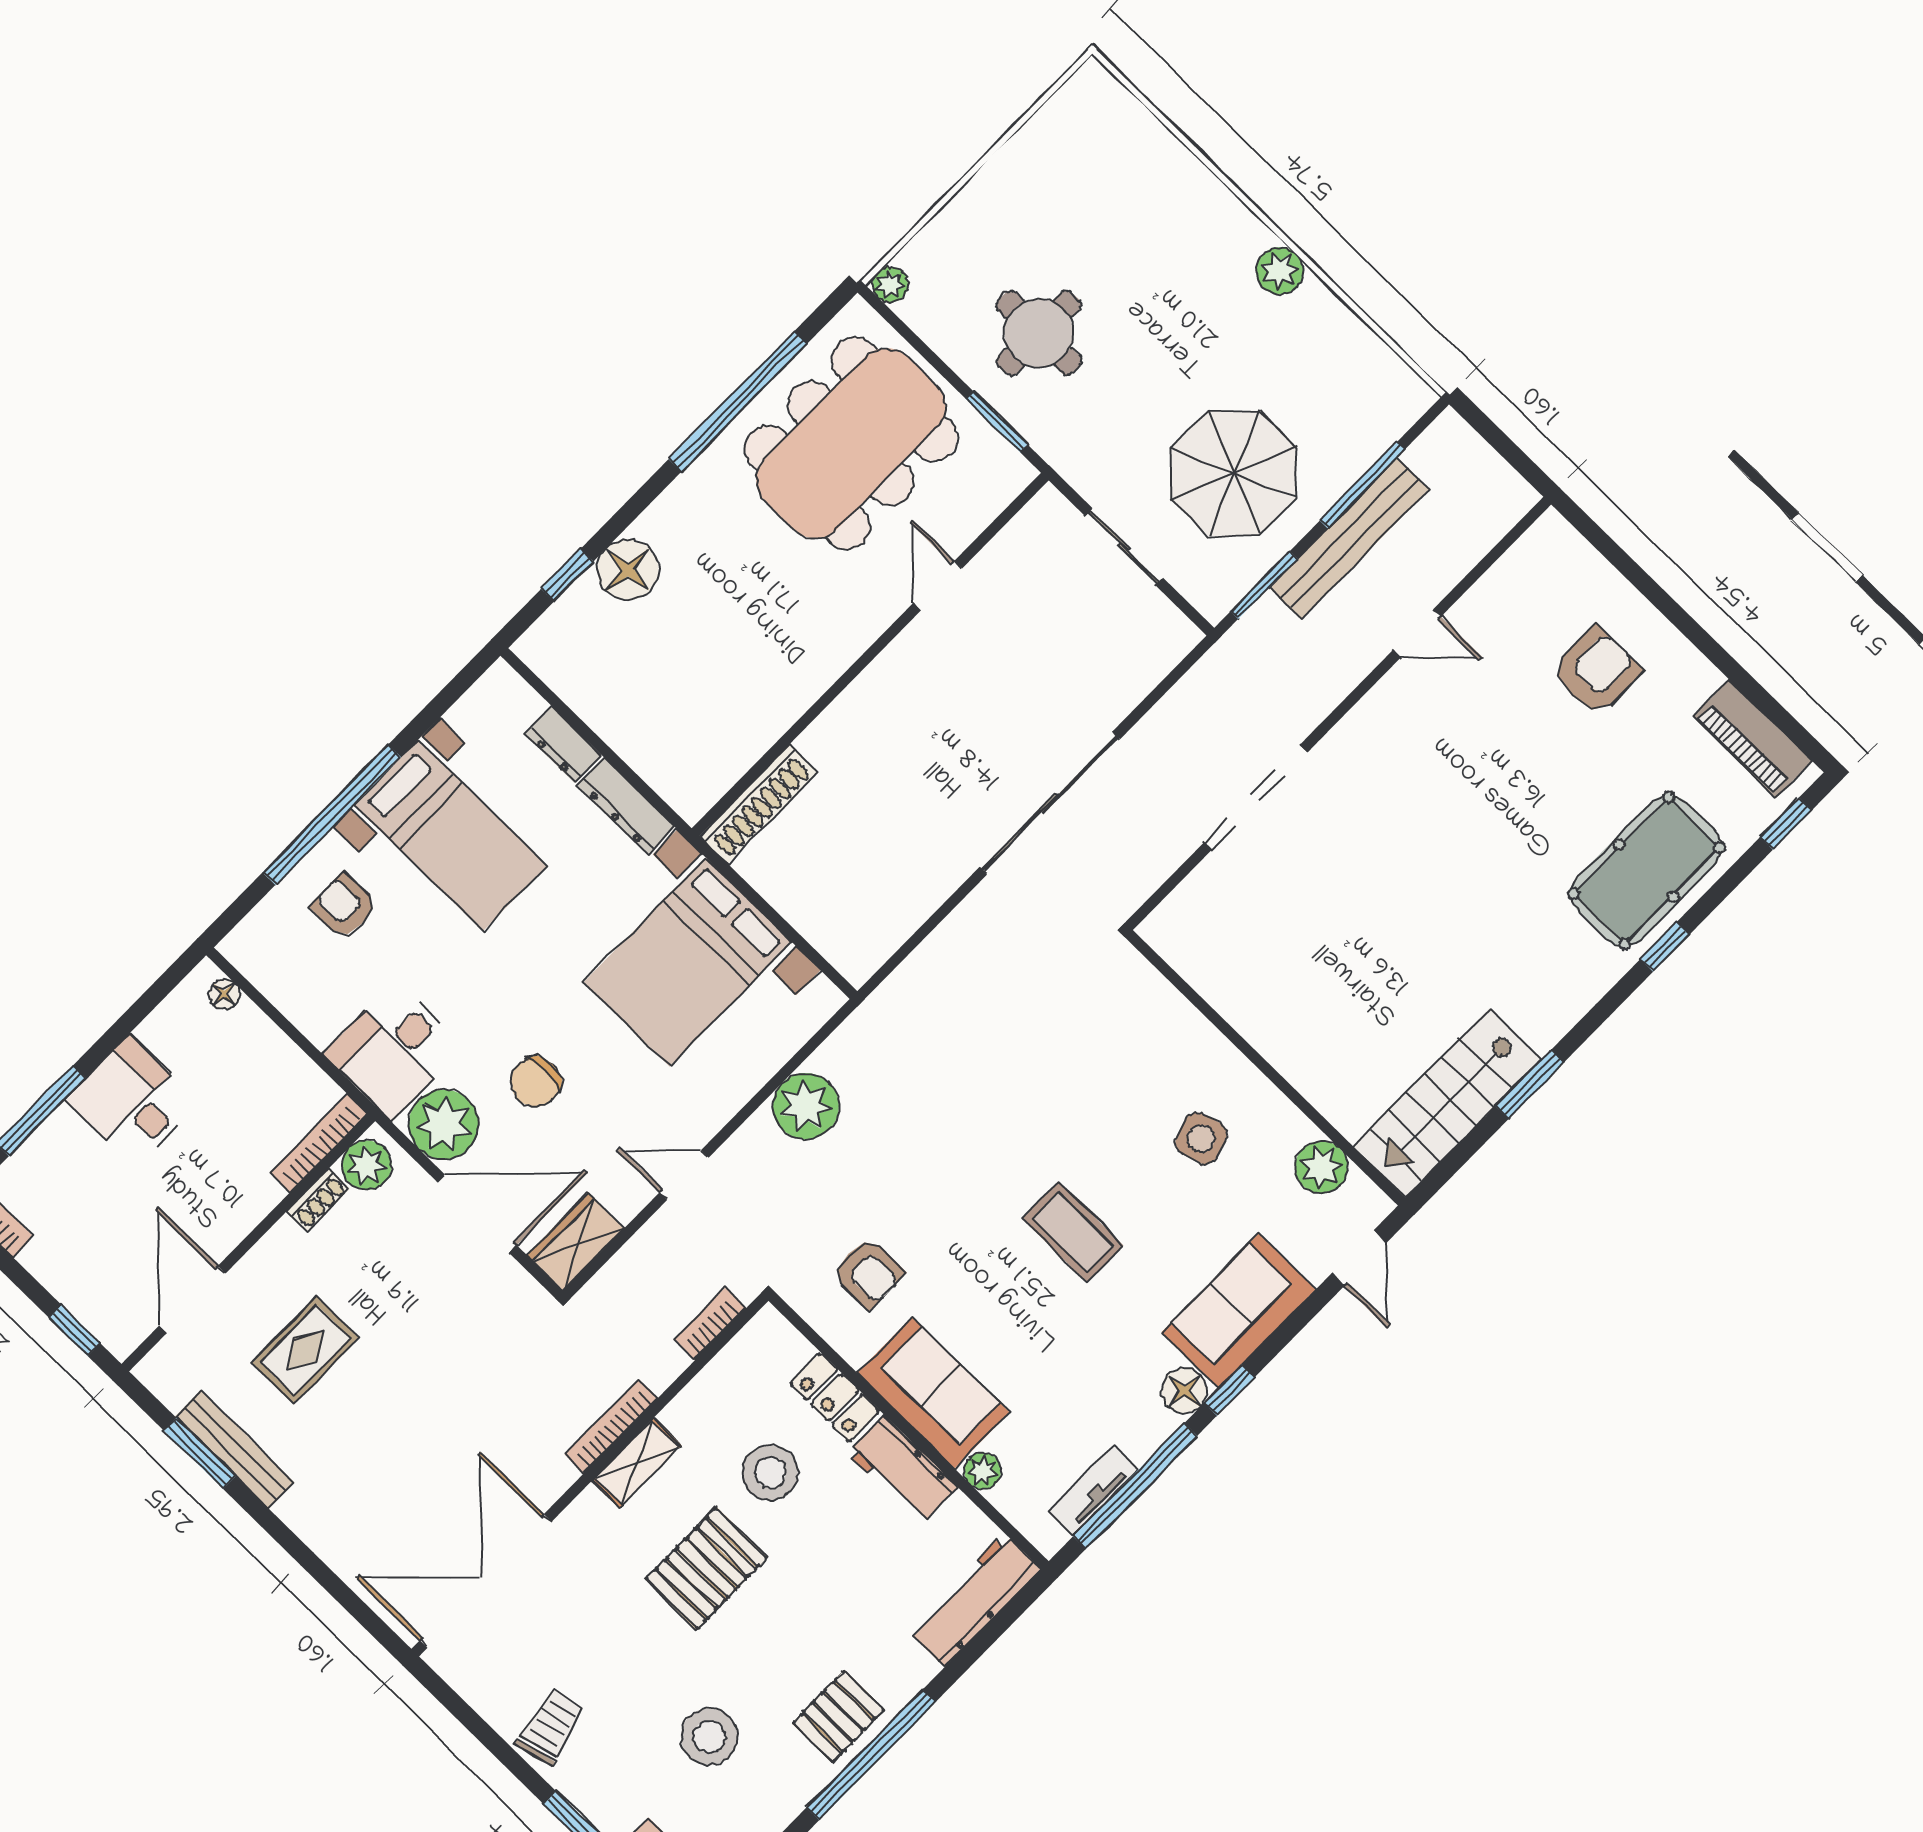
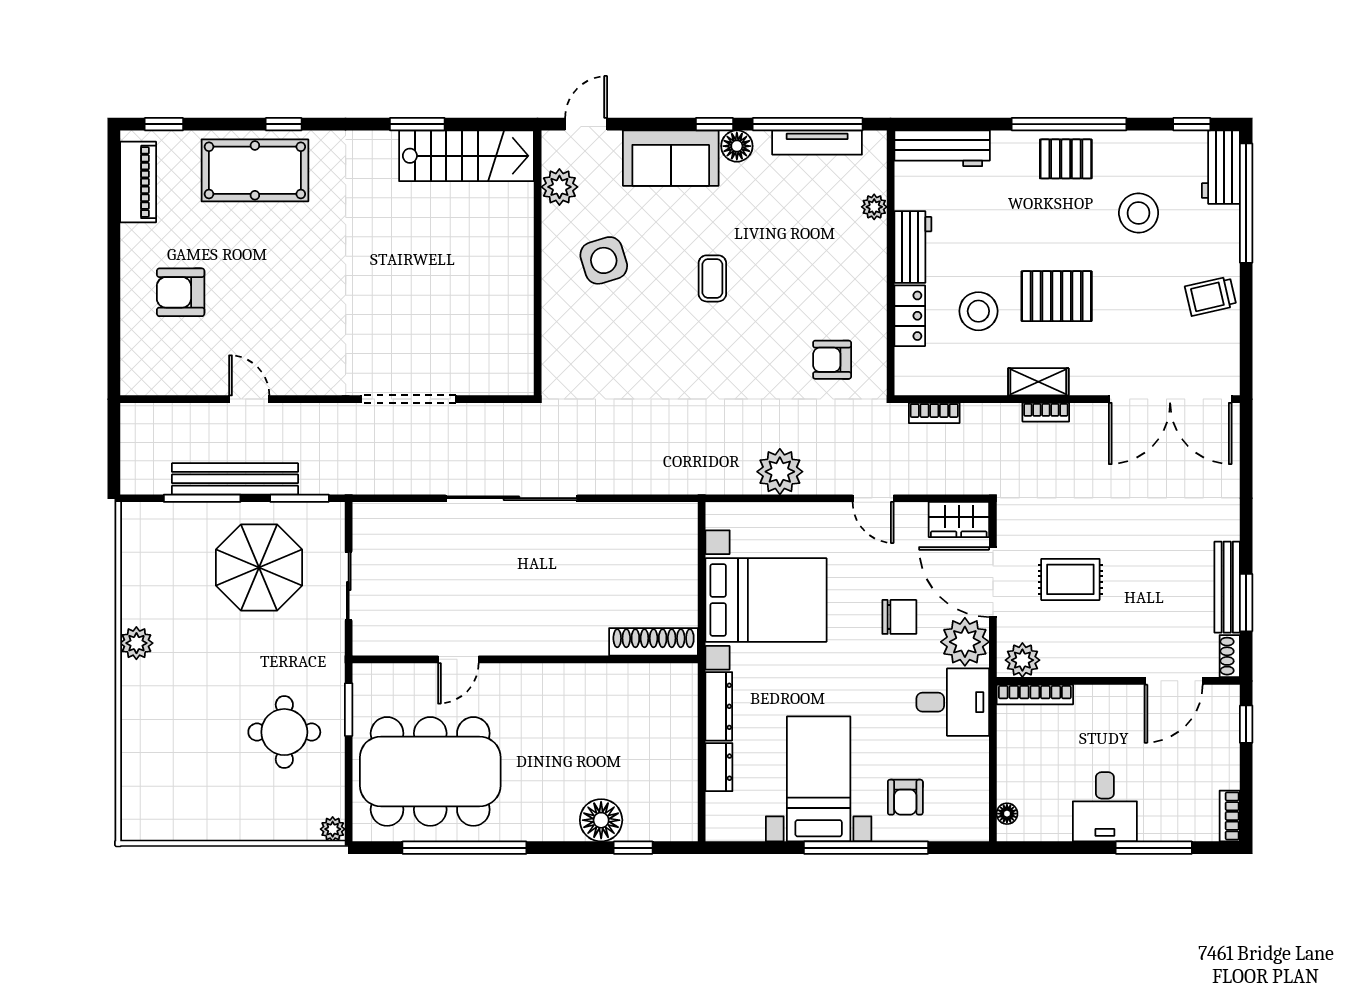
side table: (1201, 1138) -> (604, 260), width x1.37, depth x1.37
shoe rack: (318, 1200) -> (1230, 656), moved, turned -90
coffee table: (1073, 1232) -> (712, 278), width x0.73, depth x0.77
armchair: (868, 1273) -> (832, 360), turned -90
rug: (305, 1350) -> (1070, 579), moved
sofa: (933, 1393) -> (860, 269), removed
bookcase: (611, 1426) -> (1046, 412), width x0.64
tv unit: (1094, 1491) -> (817, 142), width x1.41

